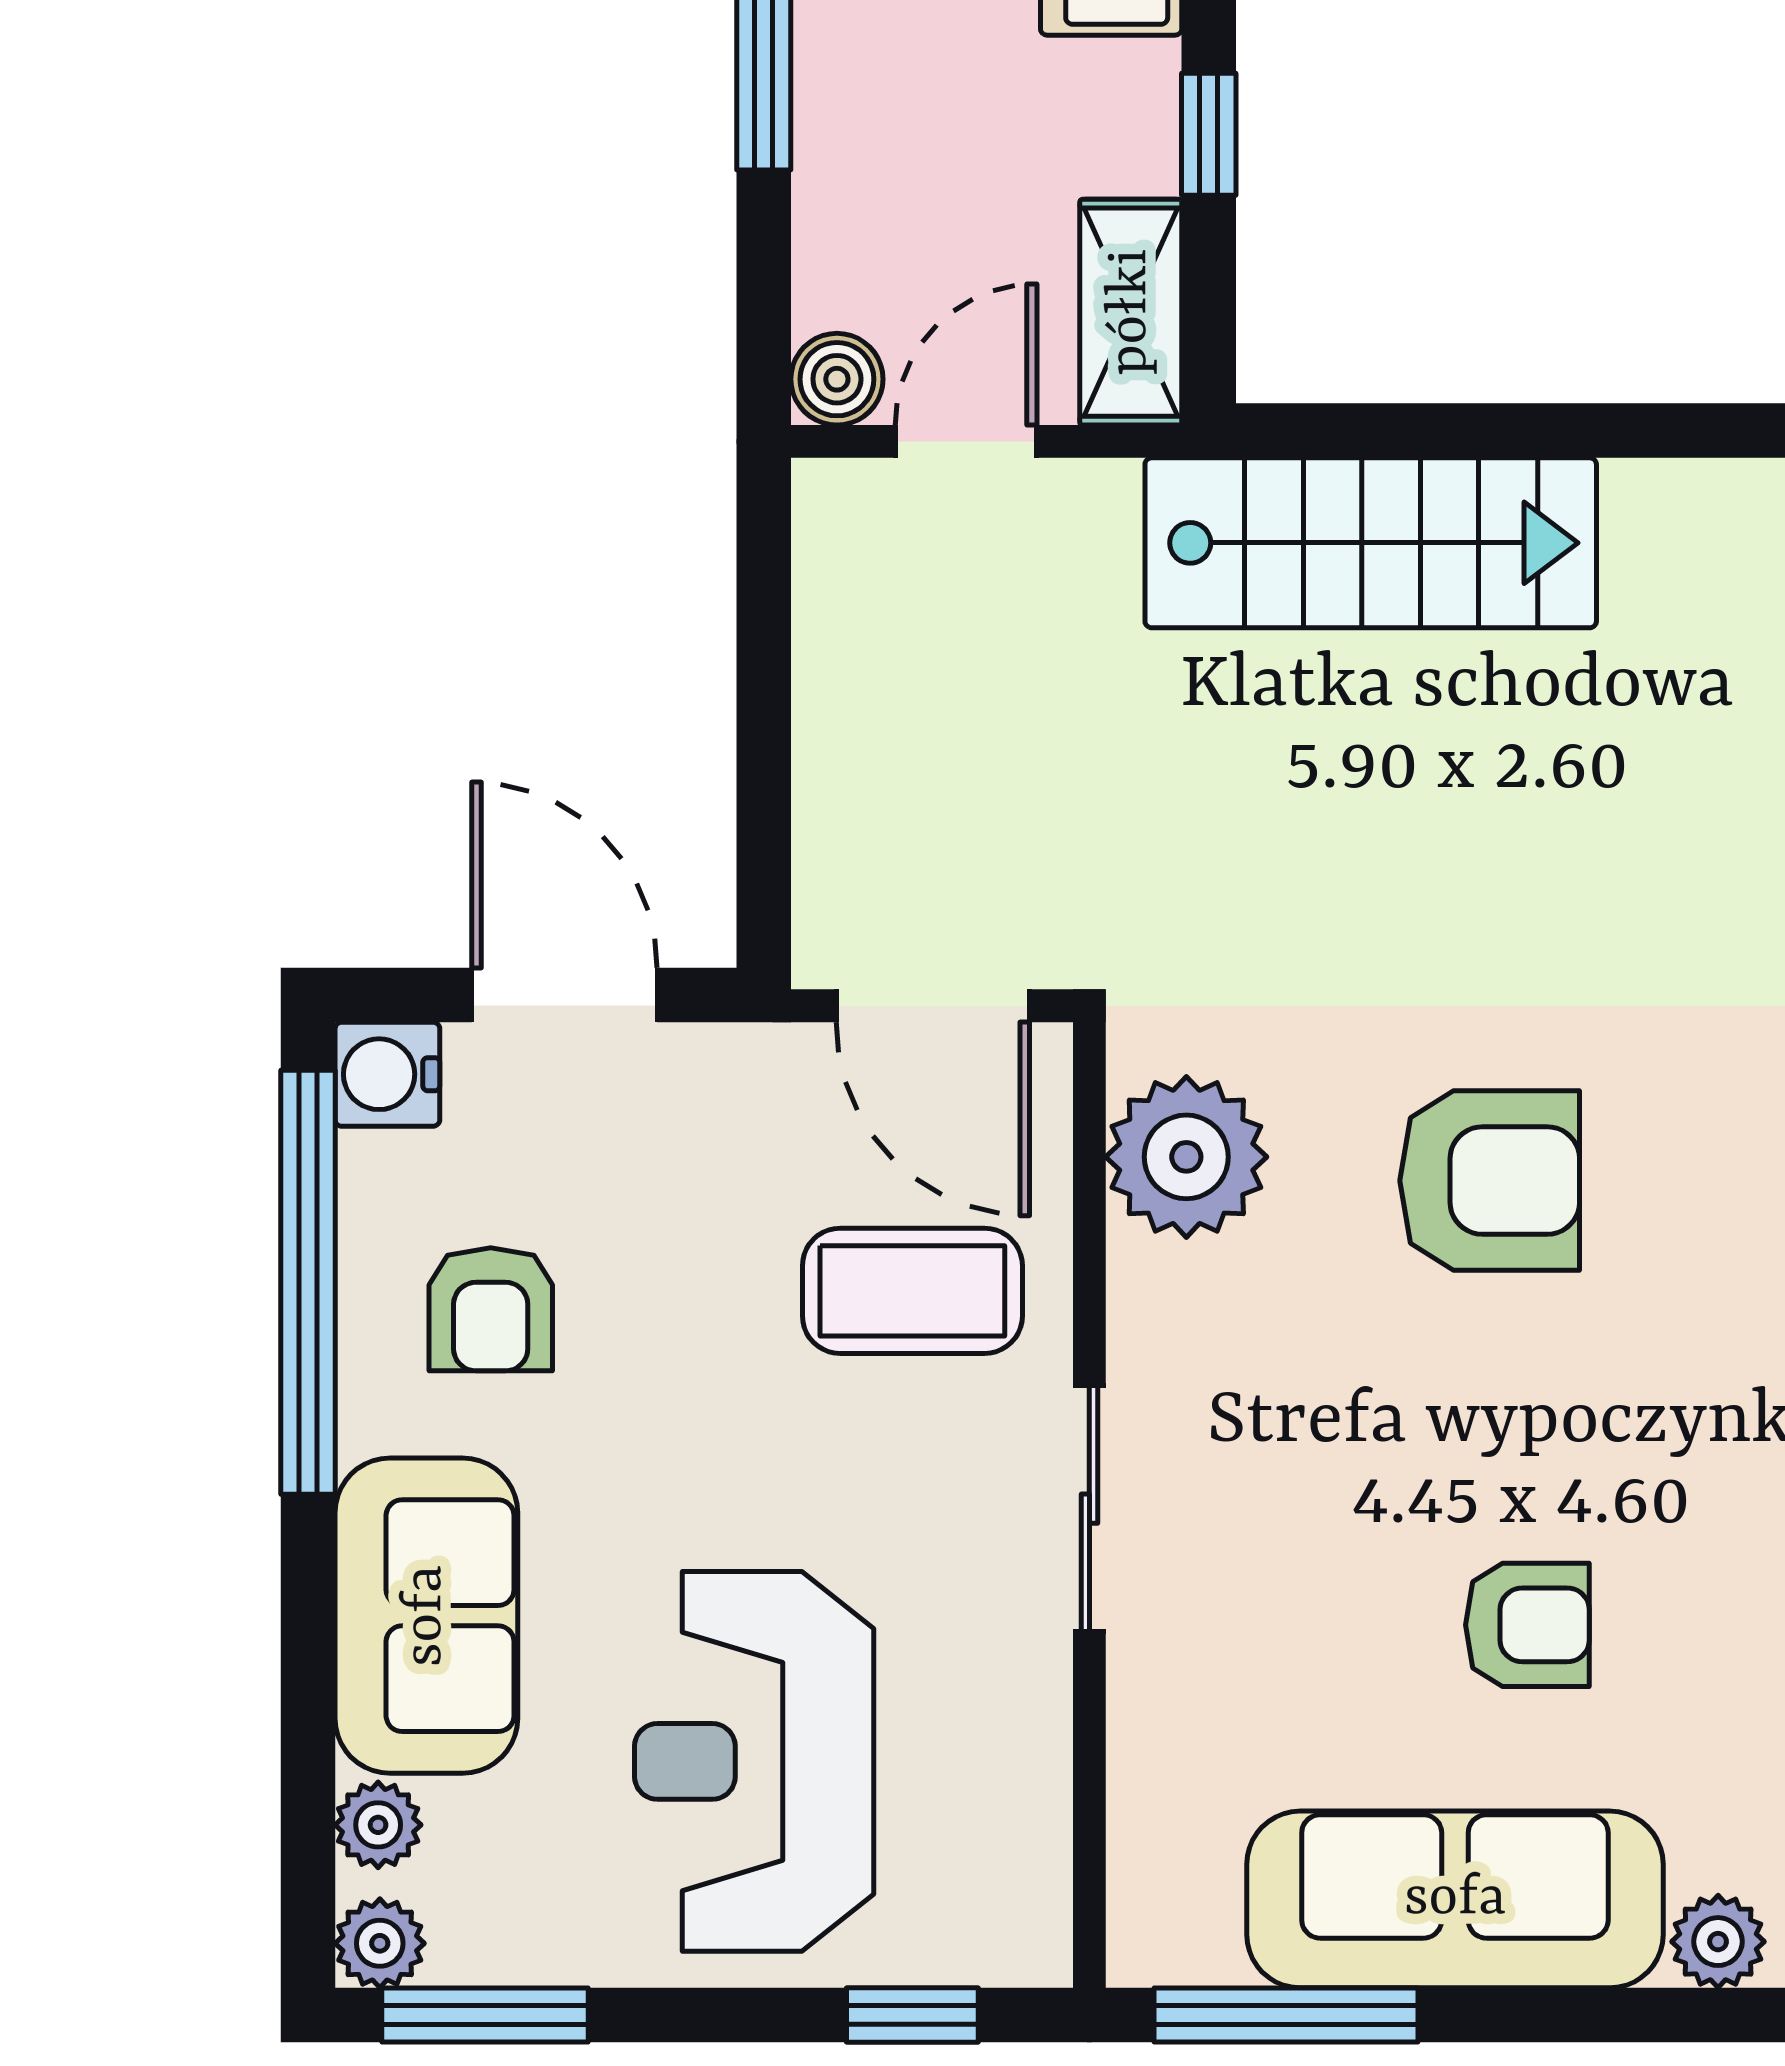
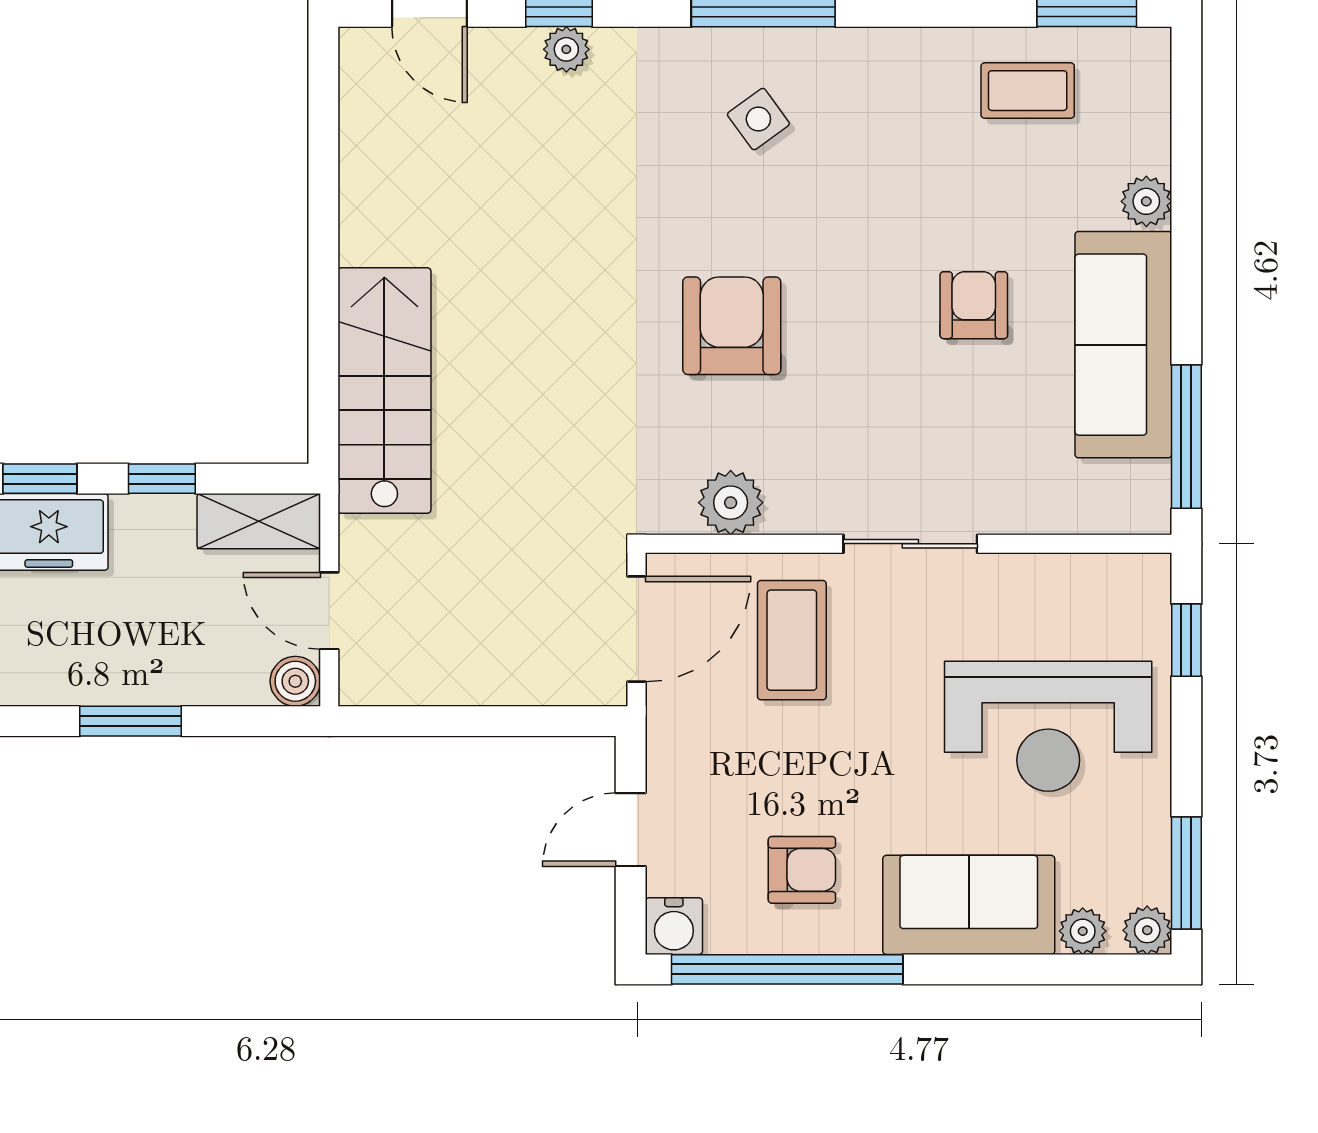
door: (564, 995) -> (631, 830), width x0.73
plant: (1186, 1157) -> (731, 503), width x0.73, depth x0.73

